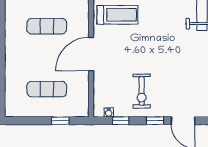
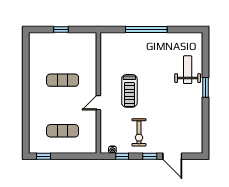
treadmill: (117, 15) -> (129, 91), moved, turned 90
door: (91, 54) -> (98, 103), width x0.53
window: (60, 121) -> (43, 156), moved

